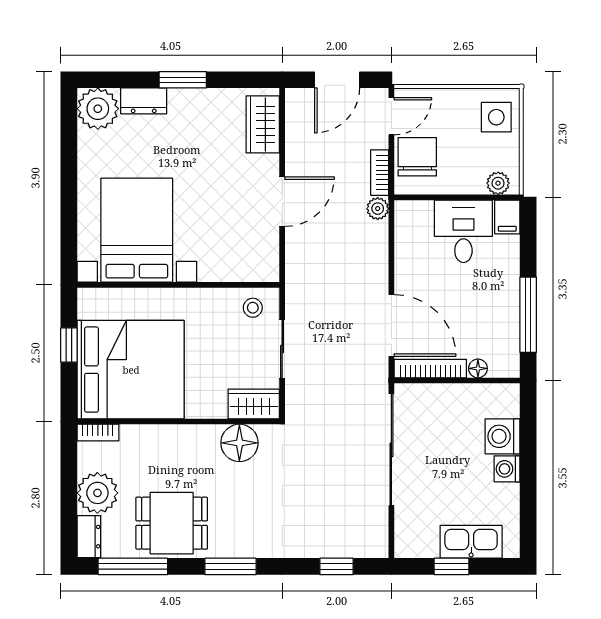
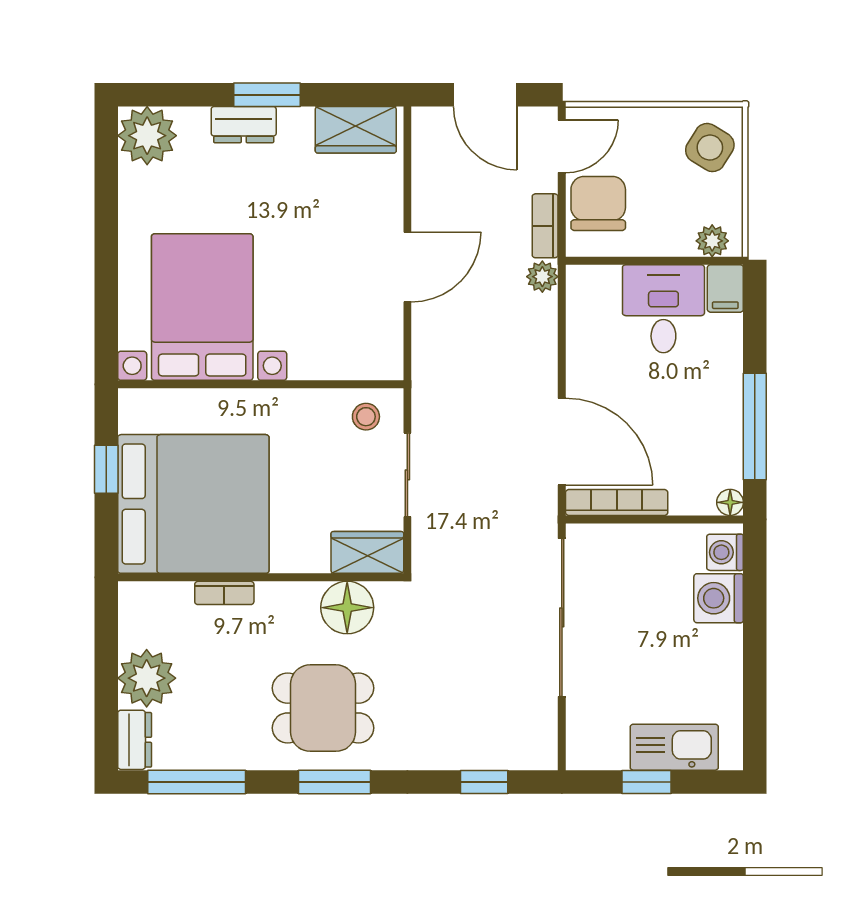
door: (337, 80) -> (485, 95), hinge flipped
dresser: (144, 101) -> (244, 125), moved
side table: (496, 117) -> (710, 148), turned 32
wardrobe: (263, 124) -> (356, 130), moved, turned -90
floor lamp: (478, 368) -> (730, 502), moved
bookcase: (98, 433) -> (224, 593), moved
washing machine: (507, 469) -> (725, 552), moved
dining table: (172, 523) -> (323, 708), moved

